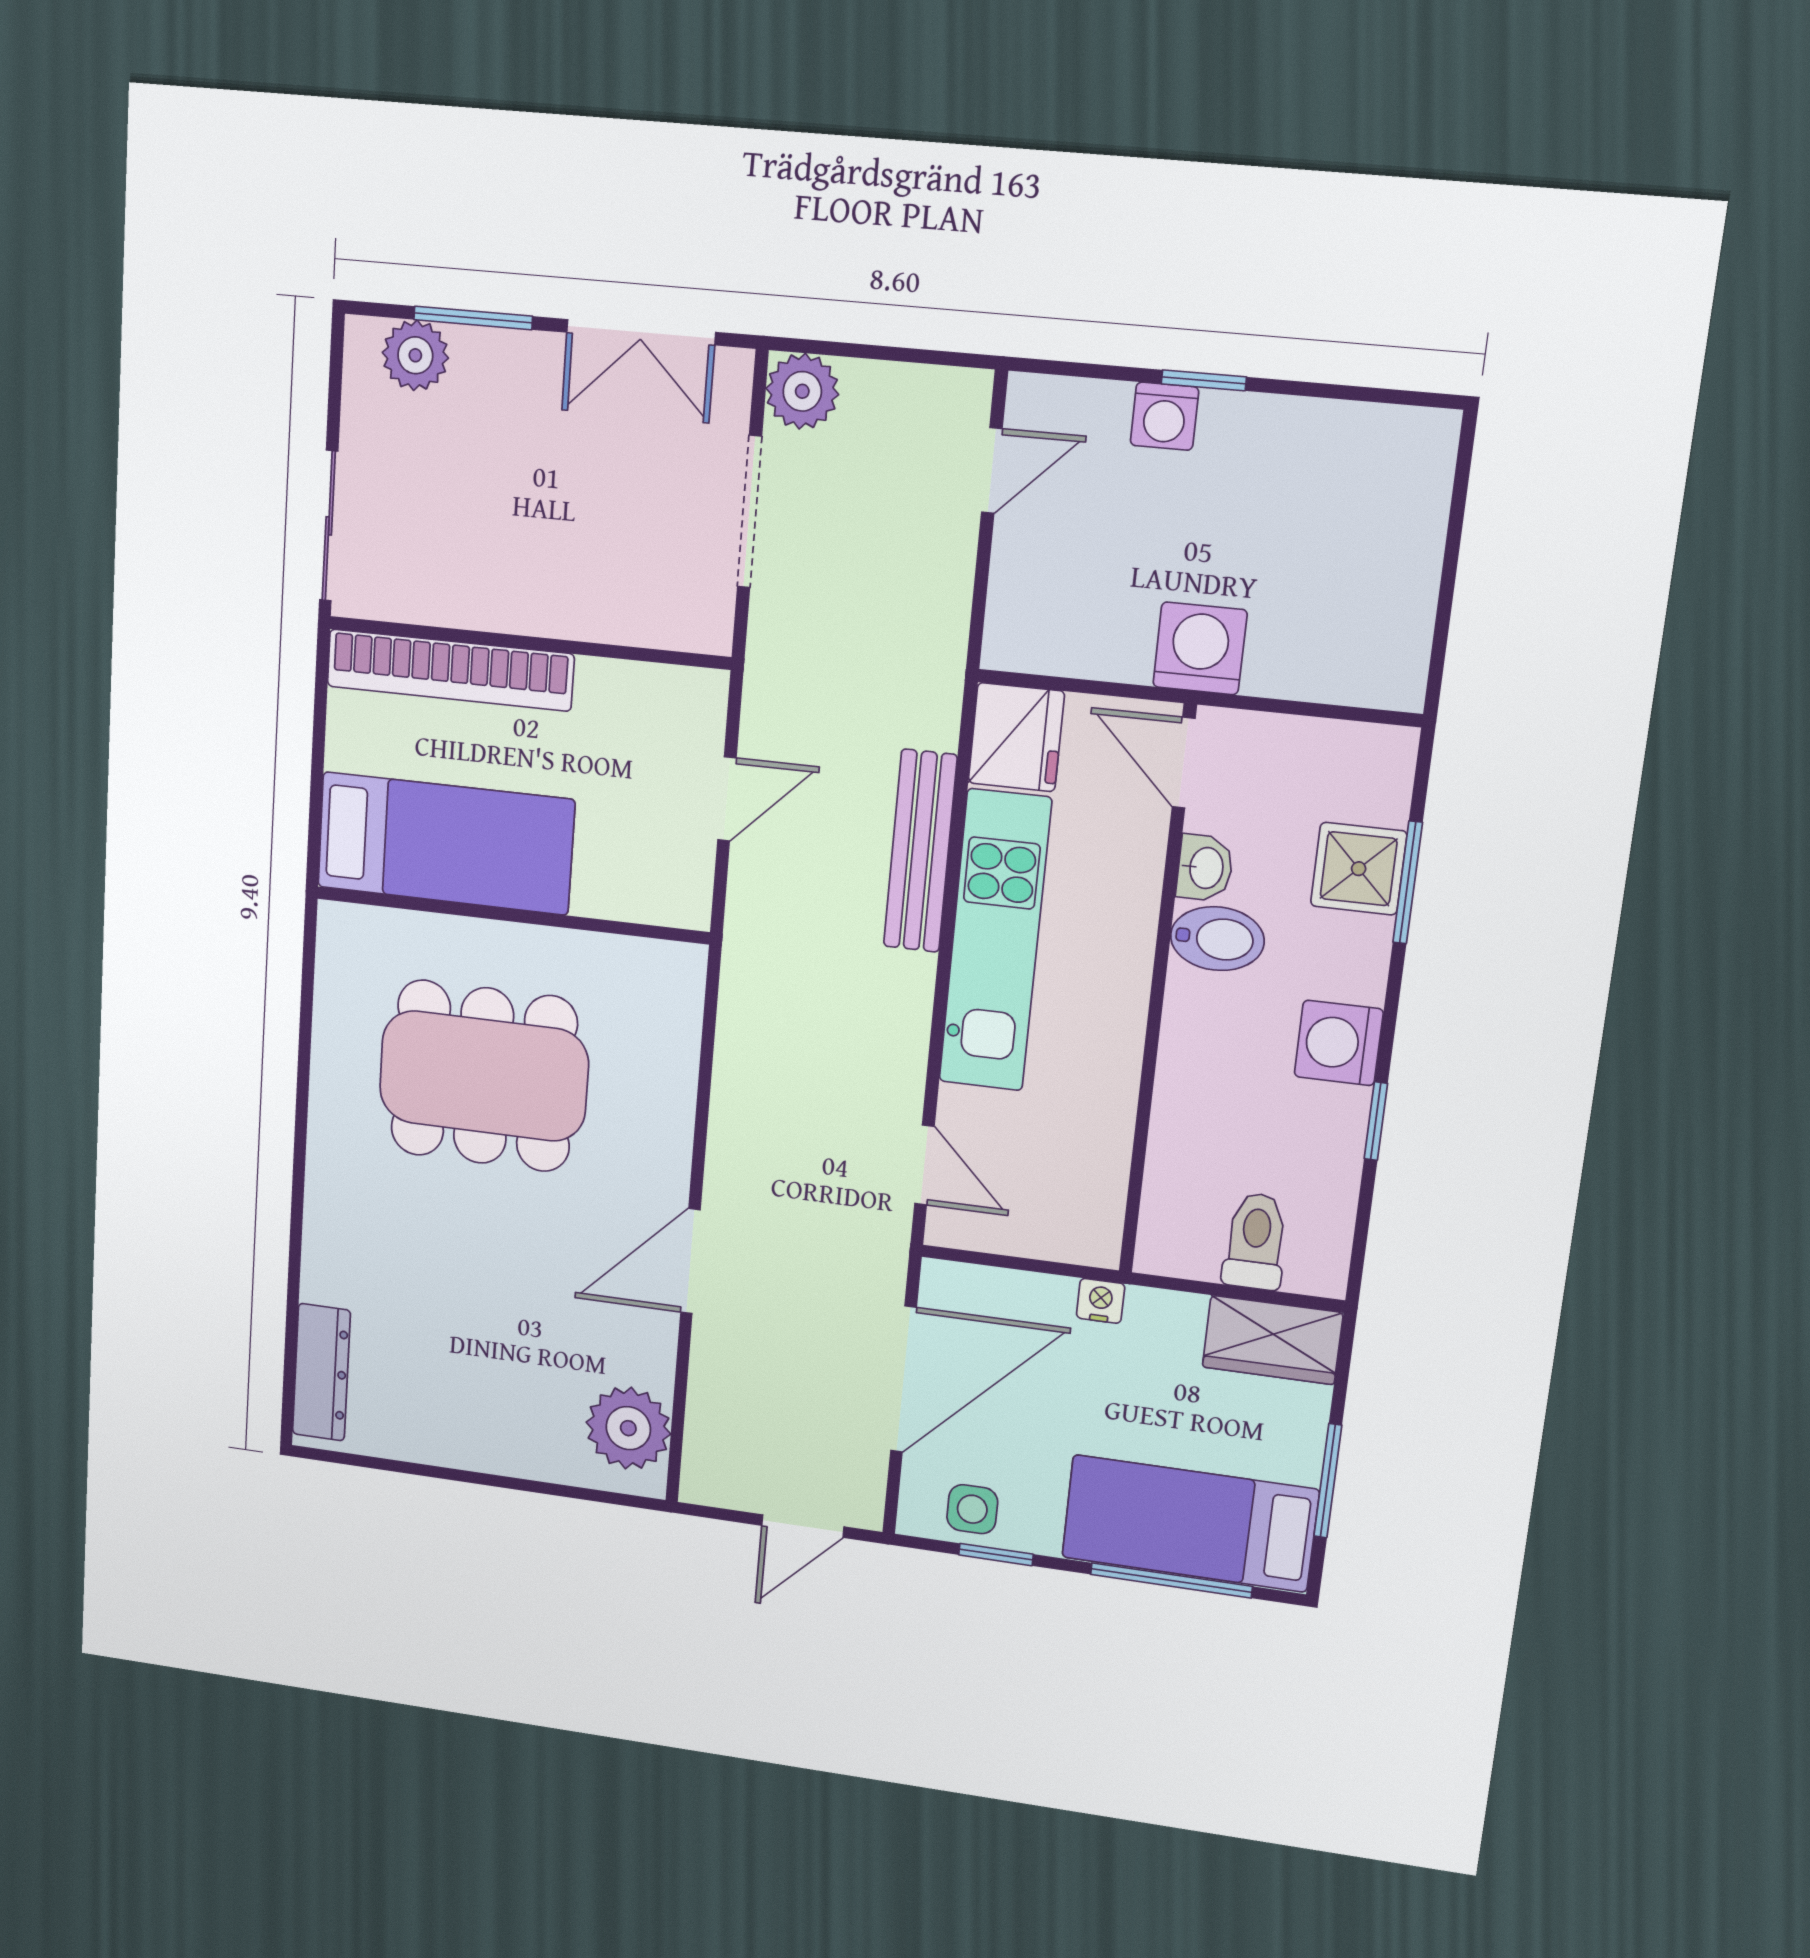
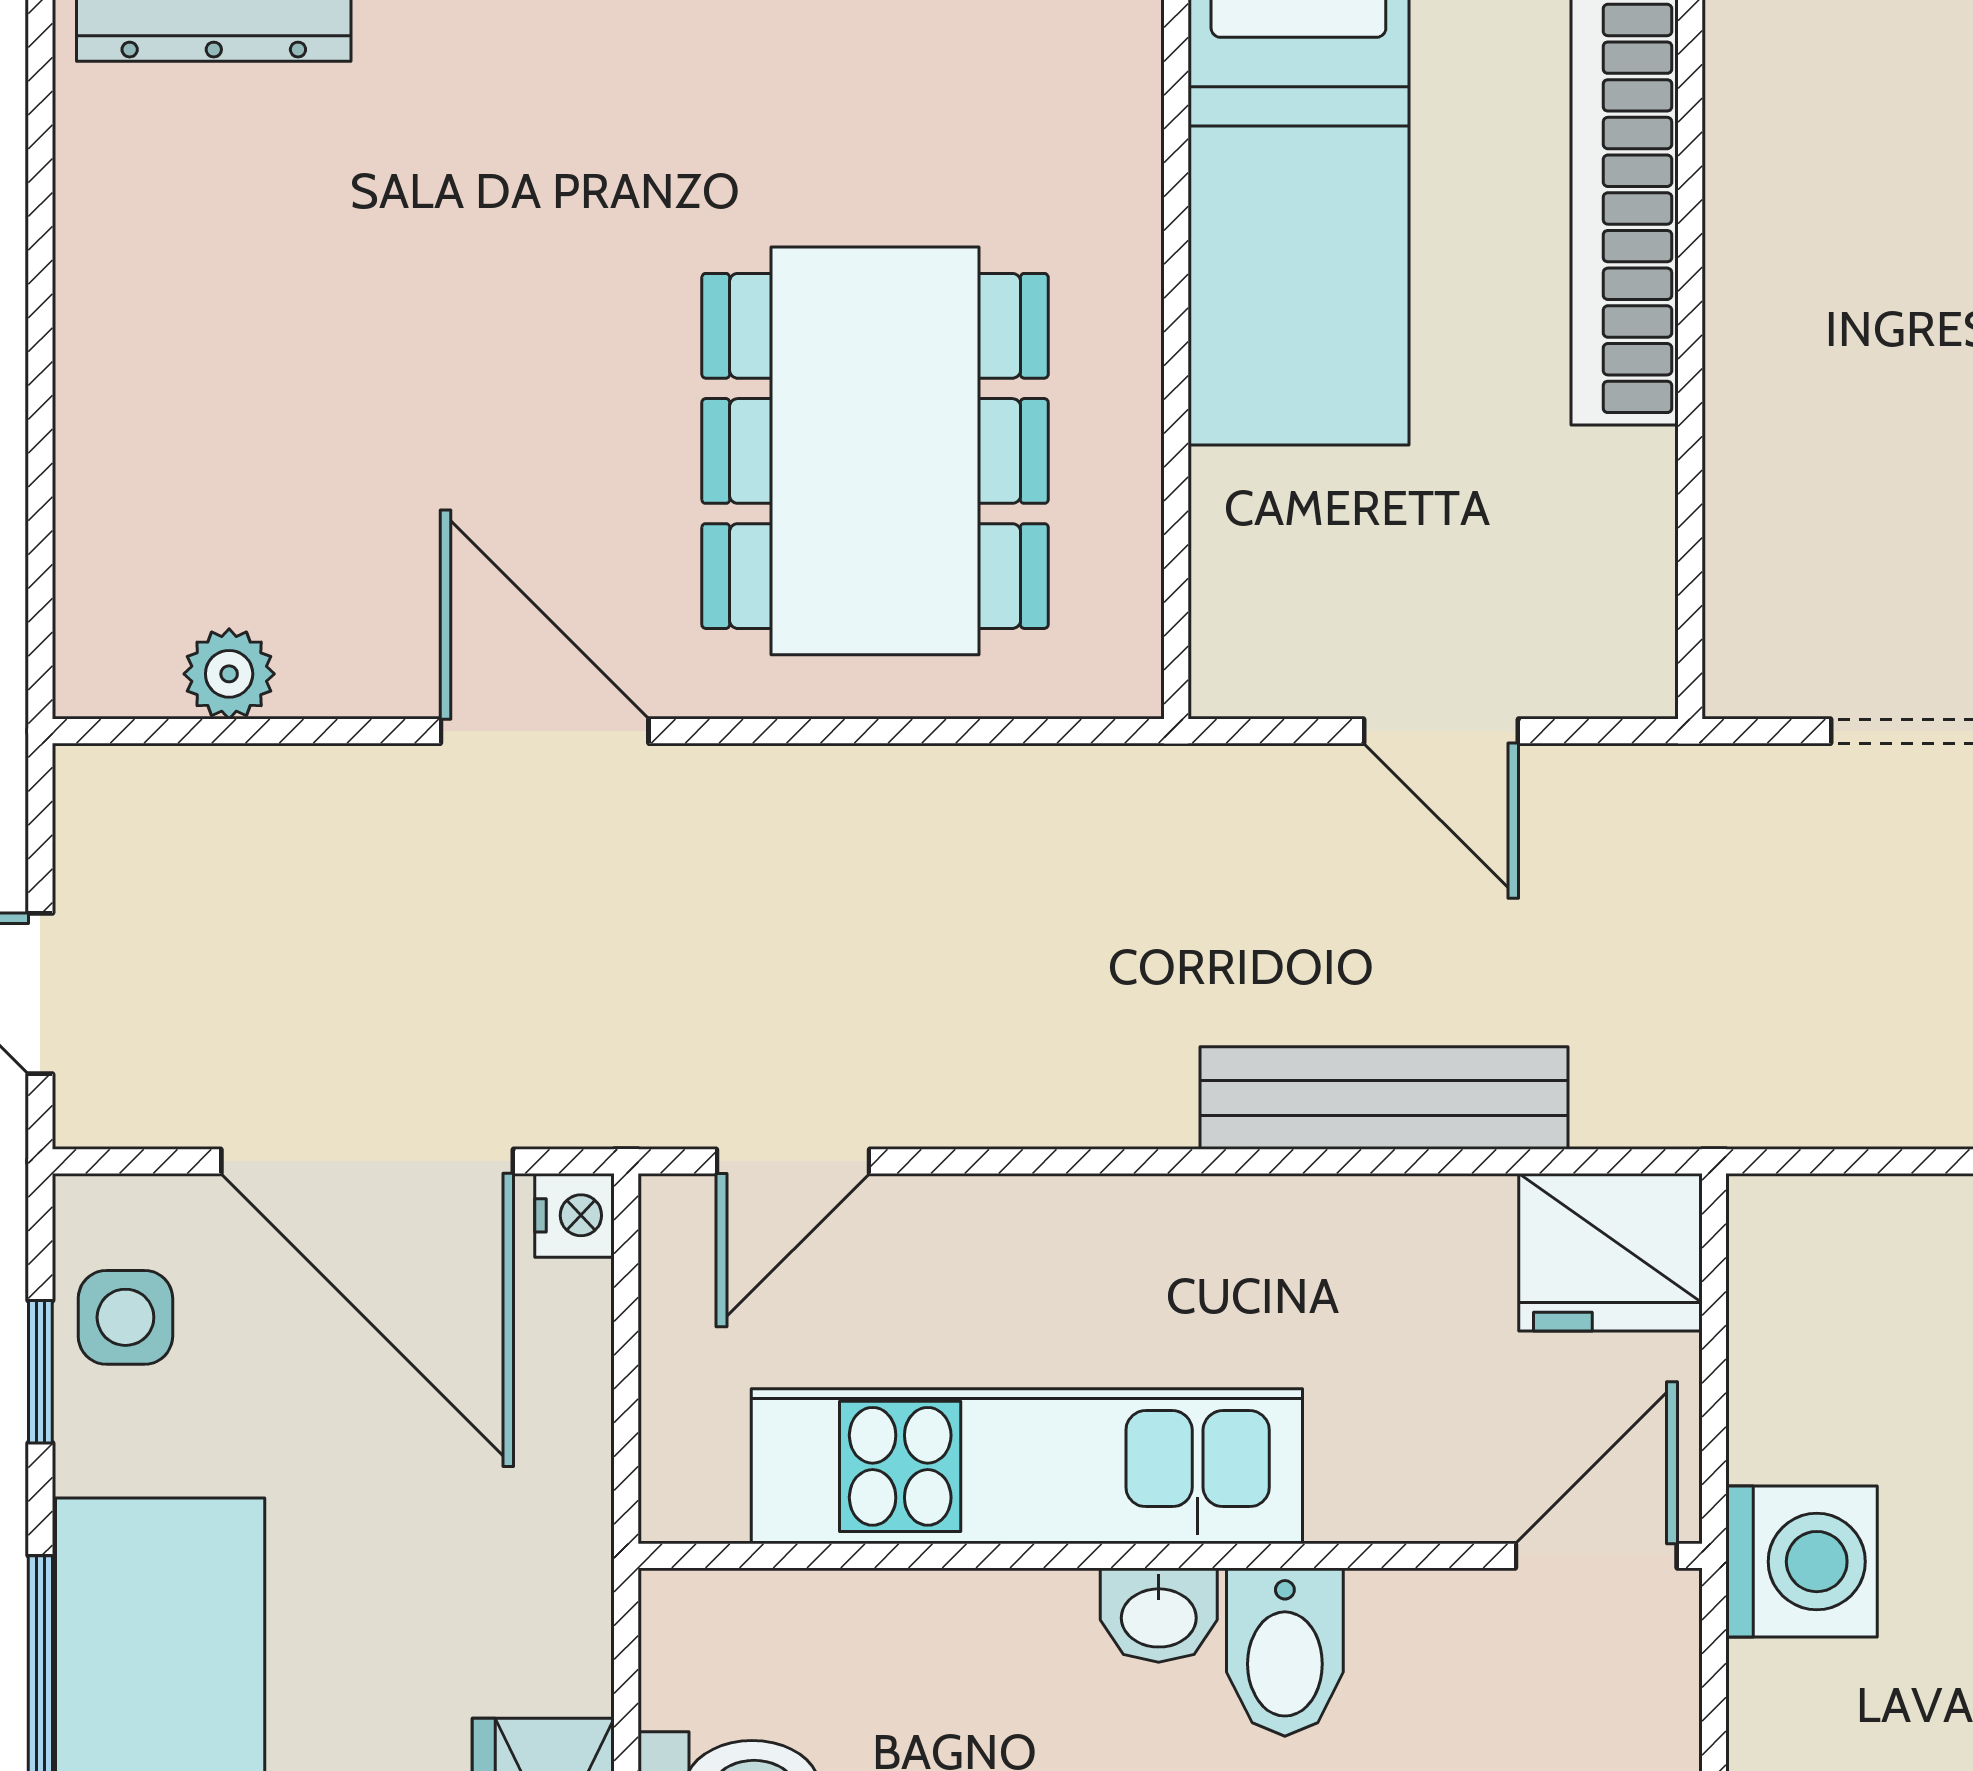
washbasin: (1205, 868) -> (1159, 1615), moved
kitchen unit: (995, 941) -> (1027, 1466), moved, turned 180
dining table: (484, 1076) -> (875, 451), moved
nightstand: (1101, 1301) -> (575, 1215), moved
plant: (628, 1428) -> (229, 674), width x0.53, depth x0.53

